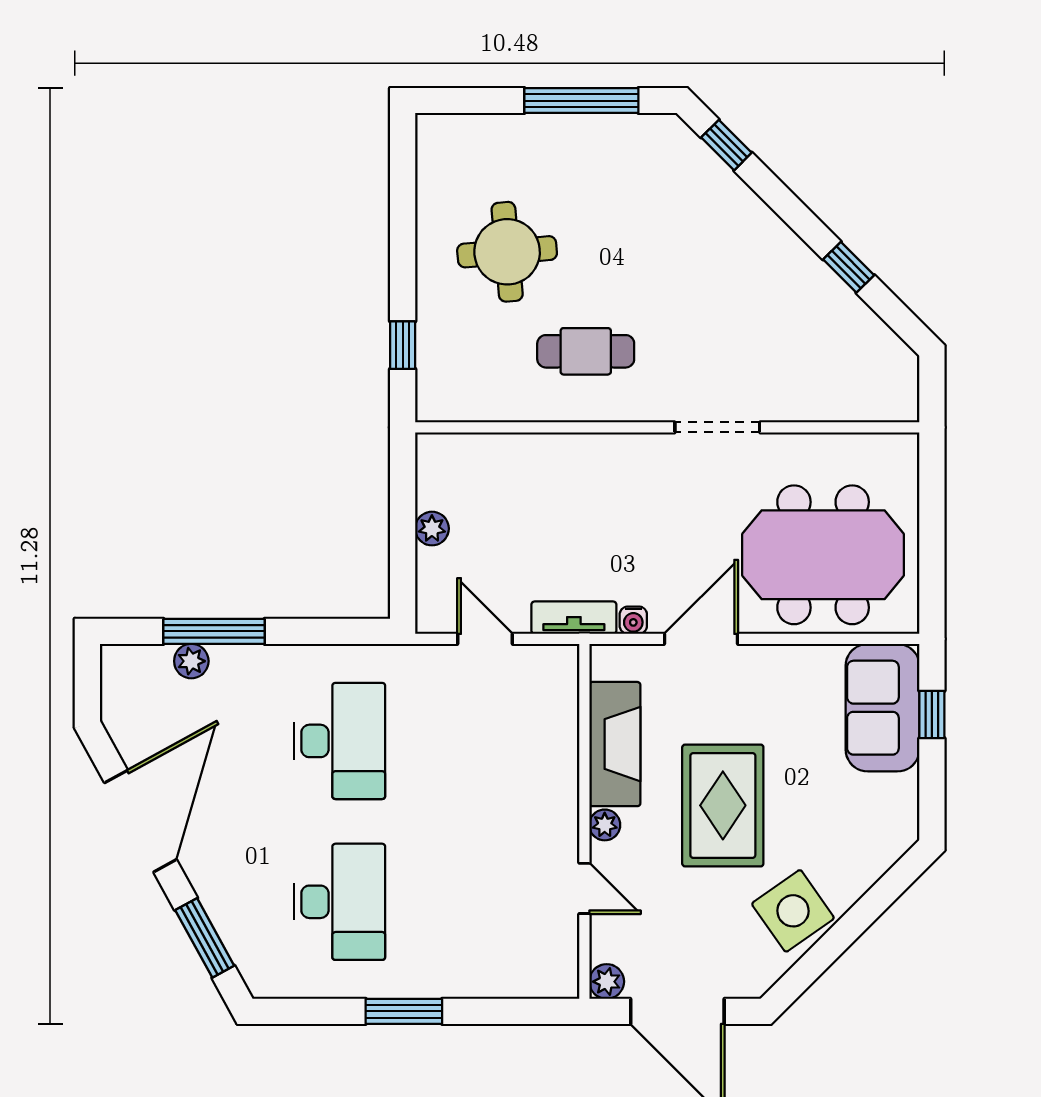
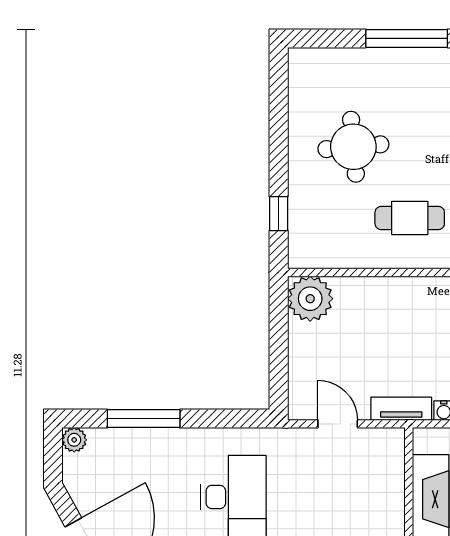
plant: (432, 529) -> (310, 299), moved, width x1.88, depth x1.88
plant: (191, 661) -> (74, 440), moved

